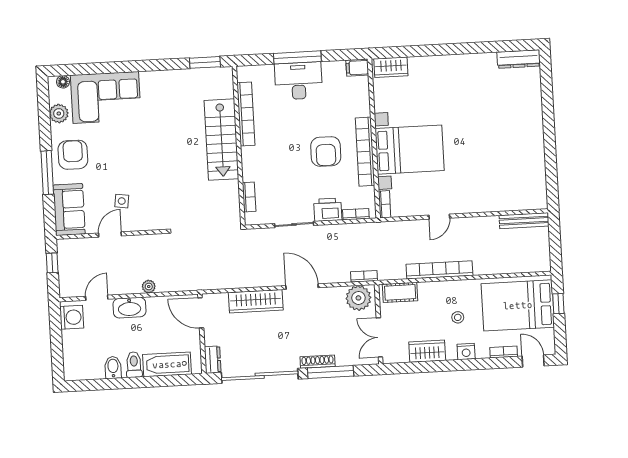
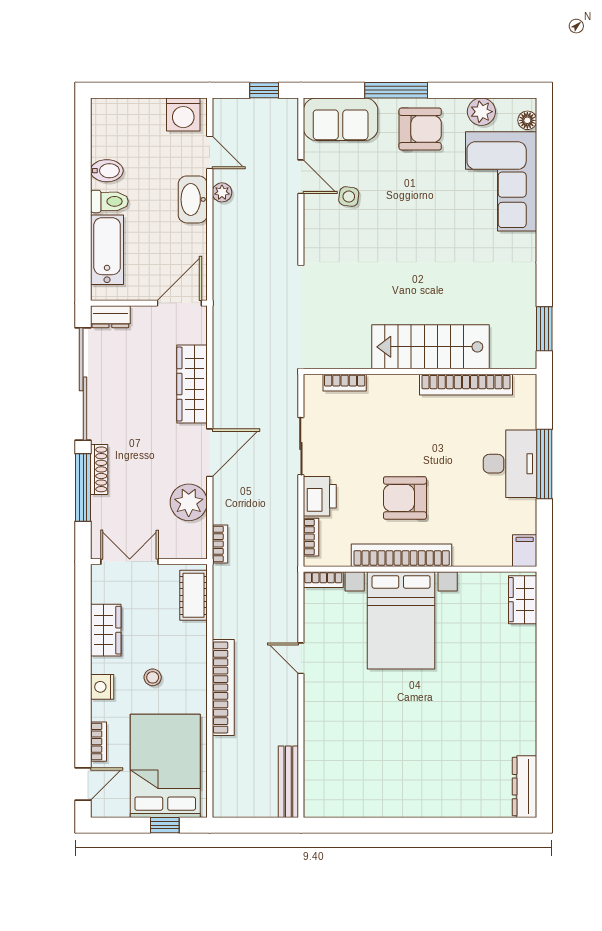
bookcase: (439, 270) -> (223, 687), moved
plant: (149, 287) -> (222, 192), moved
plant: (358, 298) -> (189, 502), moved

